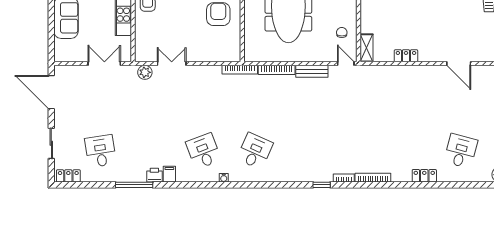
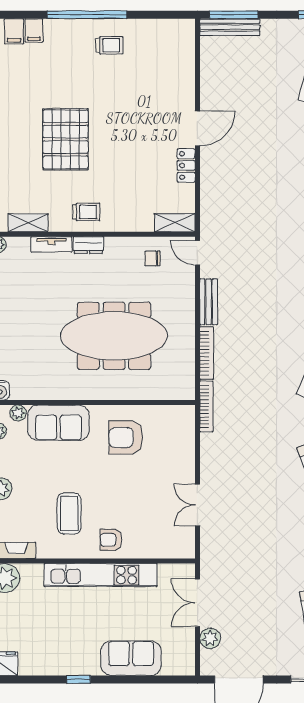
door: (346, 64) -> (197, 253), hinge flipped
door: (459, 64) -> (197, 128), moved
plant: (145, 72) -> (210, 638), moved

